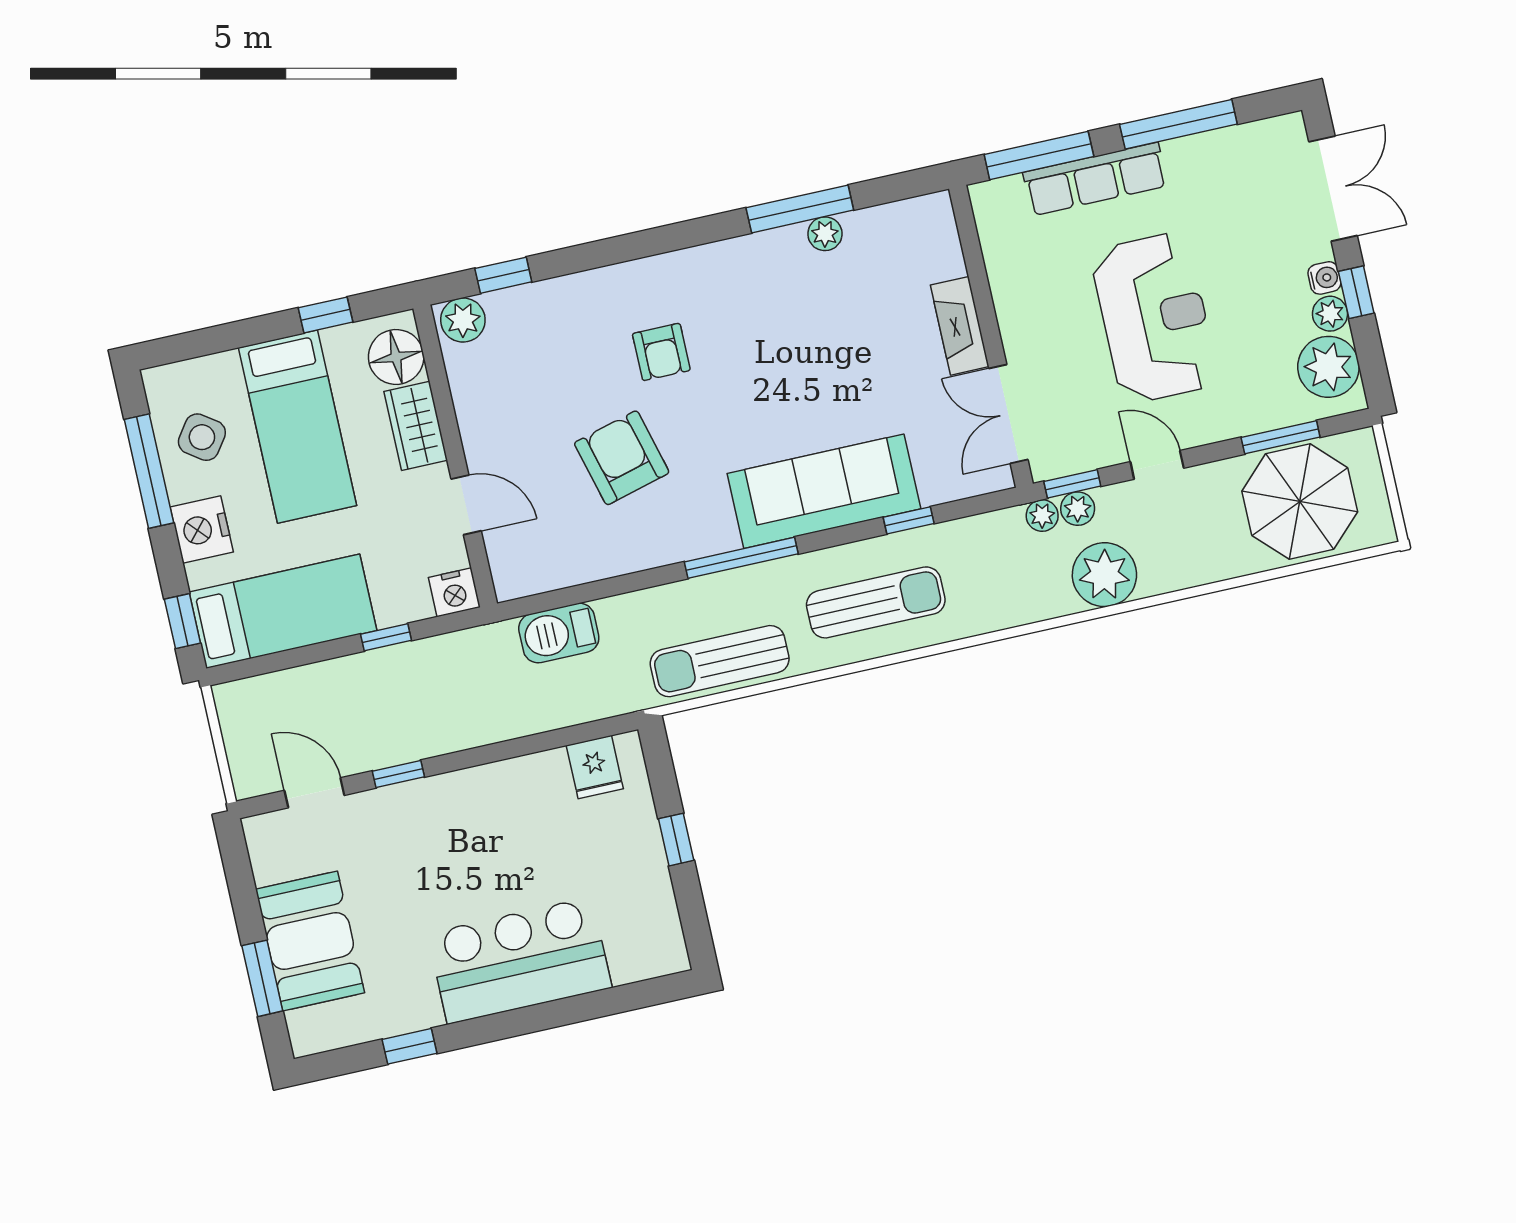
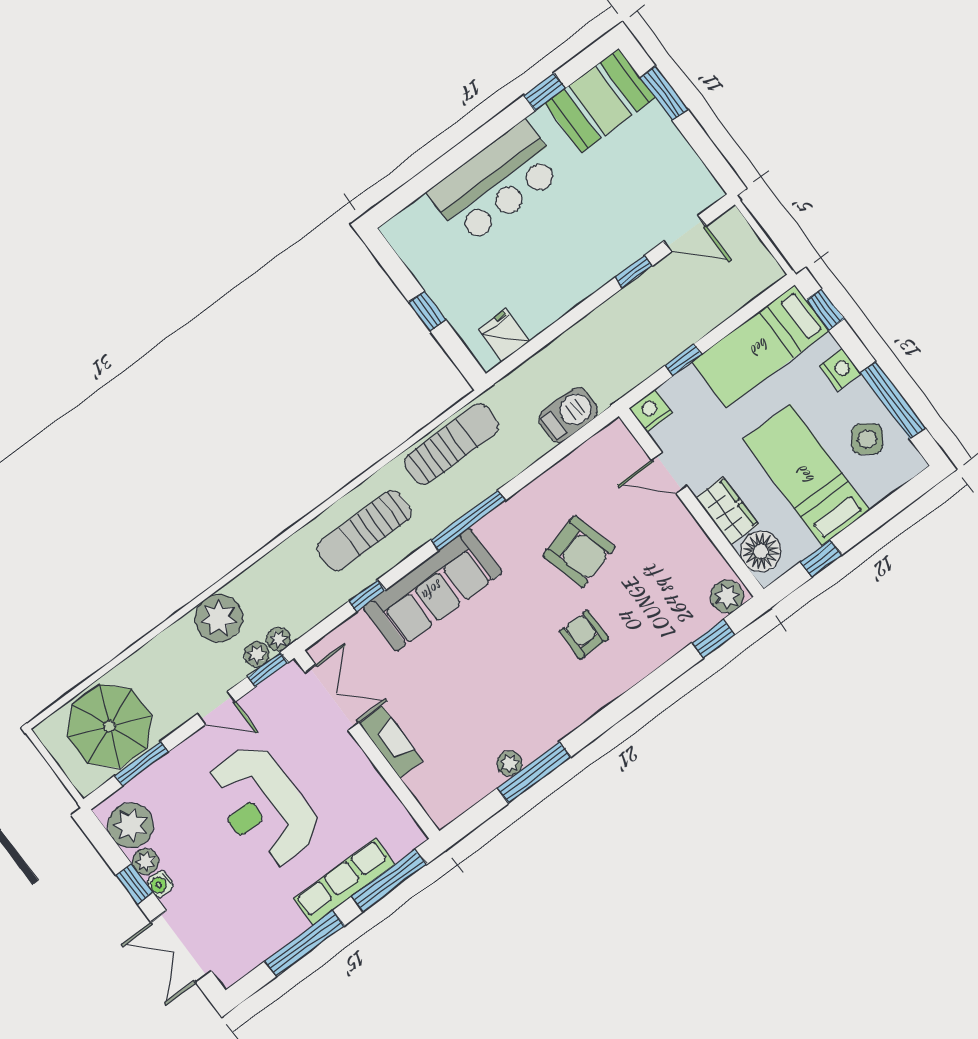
nightstand: (202, 530) -> (840, 370), width x0.74, depth x0.75
booth: (310, 941) -> (600, 101), moved, turned 90

